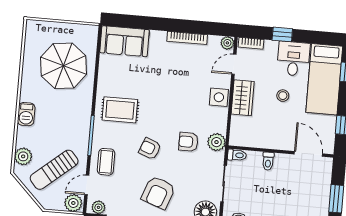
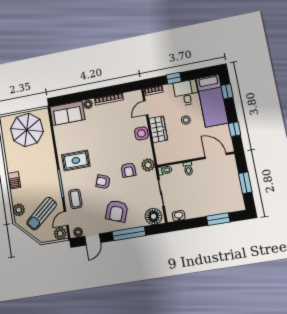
plant: (227, 43) -> (88, 104), moved
parasol: (64, 66) -> (27, 130), moved
armchair: (188, 142) -> (128, 170), turned -90

